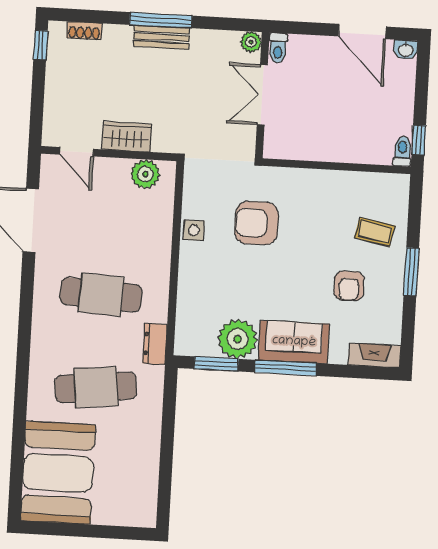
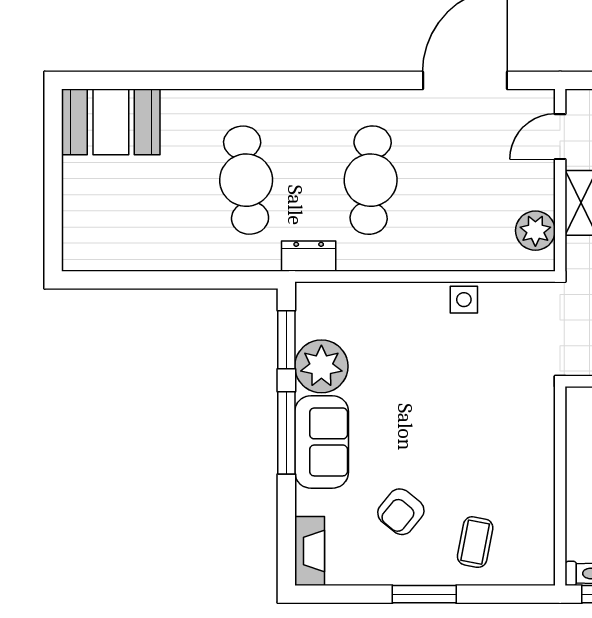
armchair: (256, 223) -> (478, 383), removed
armchair: (349, 286) -> (401, 512), turned -51
booth: (58, 473) -> (111, 122), width x0.73, depth x0.70

